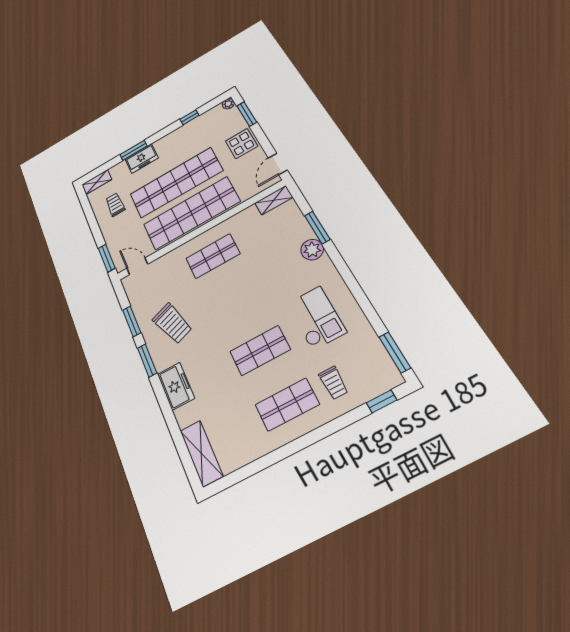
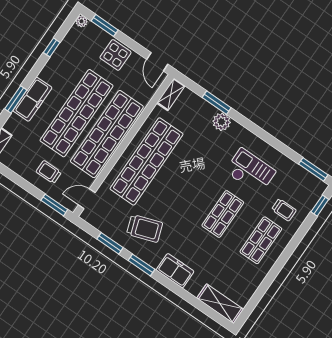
freezer: (142, 159) -> (33, 99), width x1.40
trolley: (115, 205) -> (49, 172), moved
shop shelf: (213, 256) -> (147, 161), width x2.00, depth x1.36

